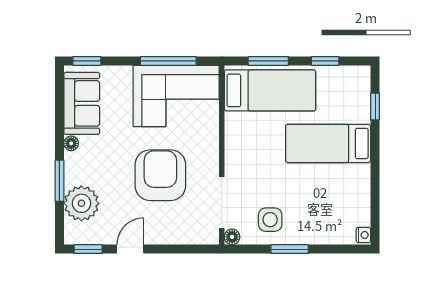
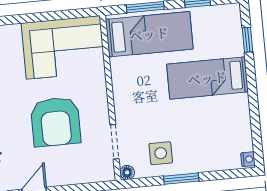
window: (168, 61) -> (53, 16), removed
armchair: (160, 175) -> (56, 122), turned 180
doorway: (222, 203) -> (115, 142), width x0.73

